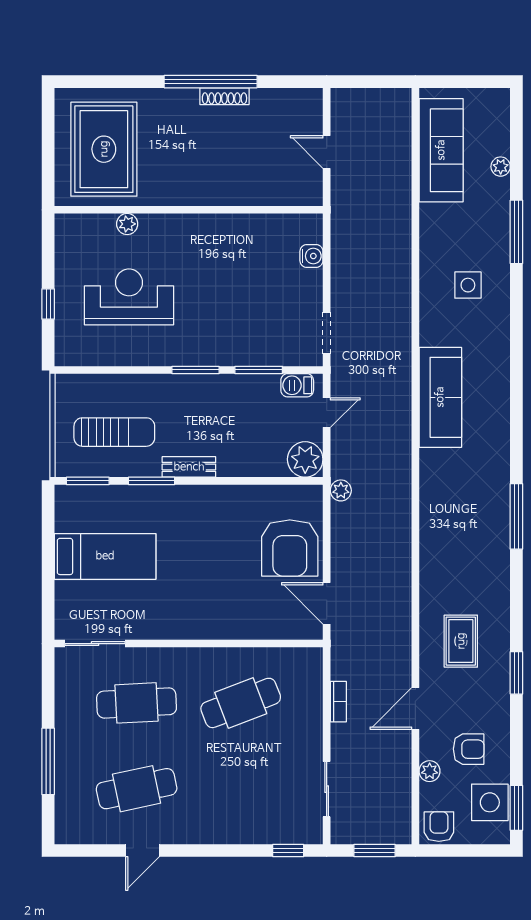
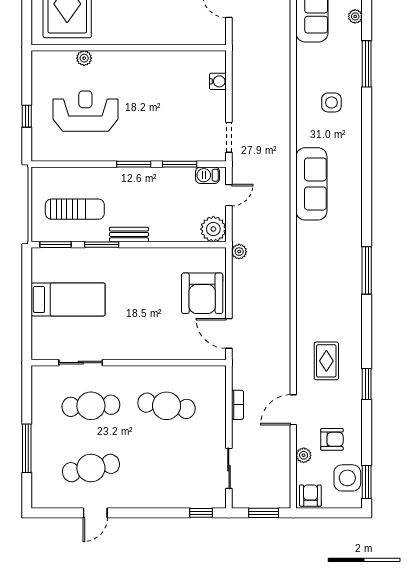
sliding door: (95, 644) -> (81, 363), moved
cafe table: (241, 703) -> (167, 406), turned 30

